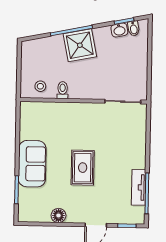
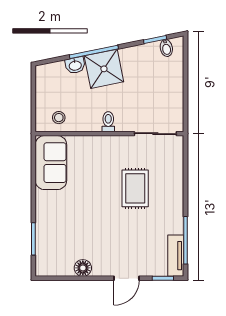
washbasin: (119, 30) -> (75, 65), moved
toilet: (63, 90) -> (108, 122), moved
sofa: (32, 164) -> (51, 163), moved
rug: (83, 168) -> (135, 188), moved
tv unit: (139, 187) -> (176, 256), moved

